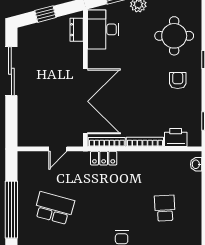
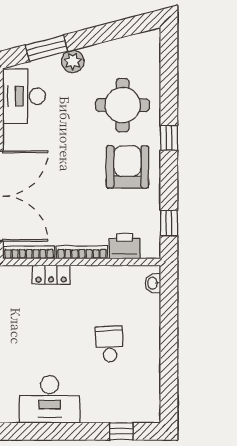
armchair: (178, 80) -> (127, 167), width x1.88, depth x1.88
locker: (104, 158) -> (51, 275), moved

